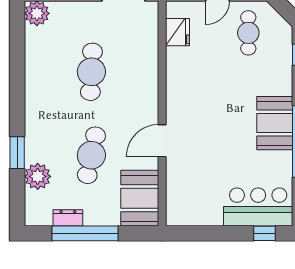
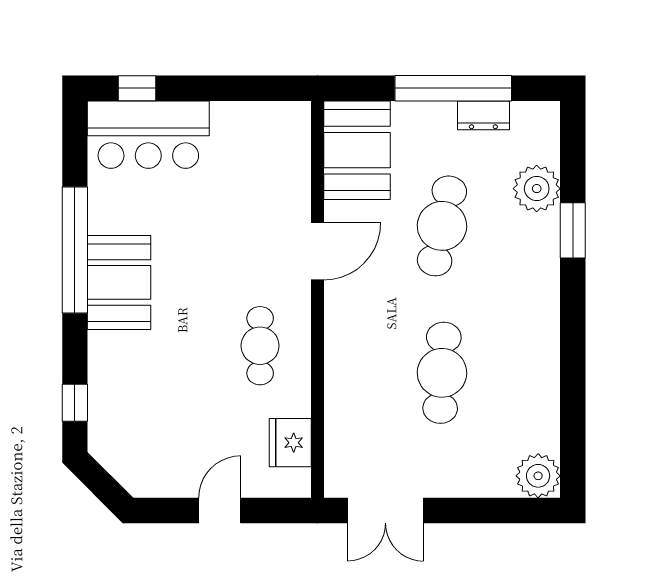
cafe table: (248, 33) -> (260, 346), moved

